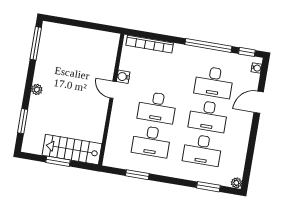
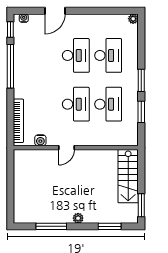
window: (36, 43) -> (51, 226), moved
water cooler: (123, 77) -> (40, 140), moved
desk: (214, 82) -> (43, 55), removed
door: (259, 102) -> (55, 11), hinge flipped
window: (58, 161) -> (141, 205), moved
window: (208, 187) -> (141, 80), moved

